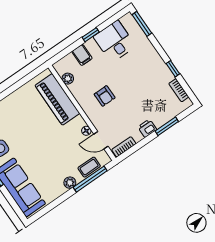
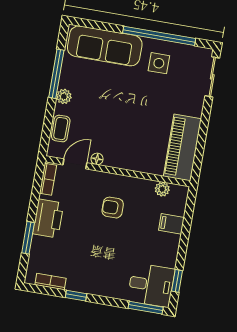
window: (91, 35) -> (177, 281), moved
desk: (115, 41) -> (151, 285), moved
piano: (57, 99) -> (182, 148), moved, turned -90
printer: (147, 128) -> (48, 218), width x1.87, depth x1.48
window: (90, 179) -> (56, 74), moved

